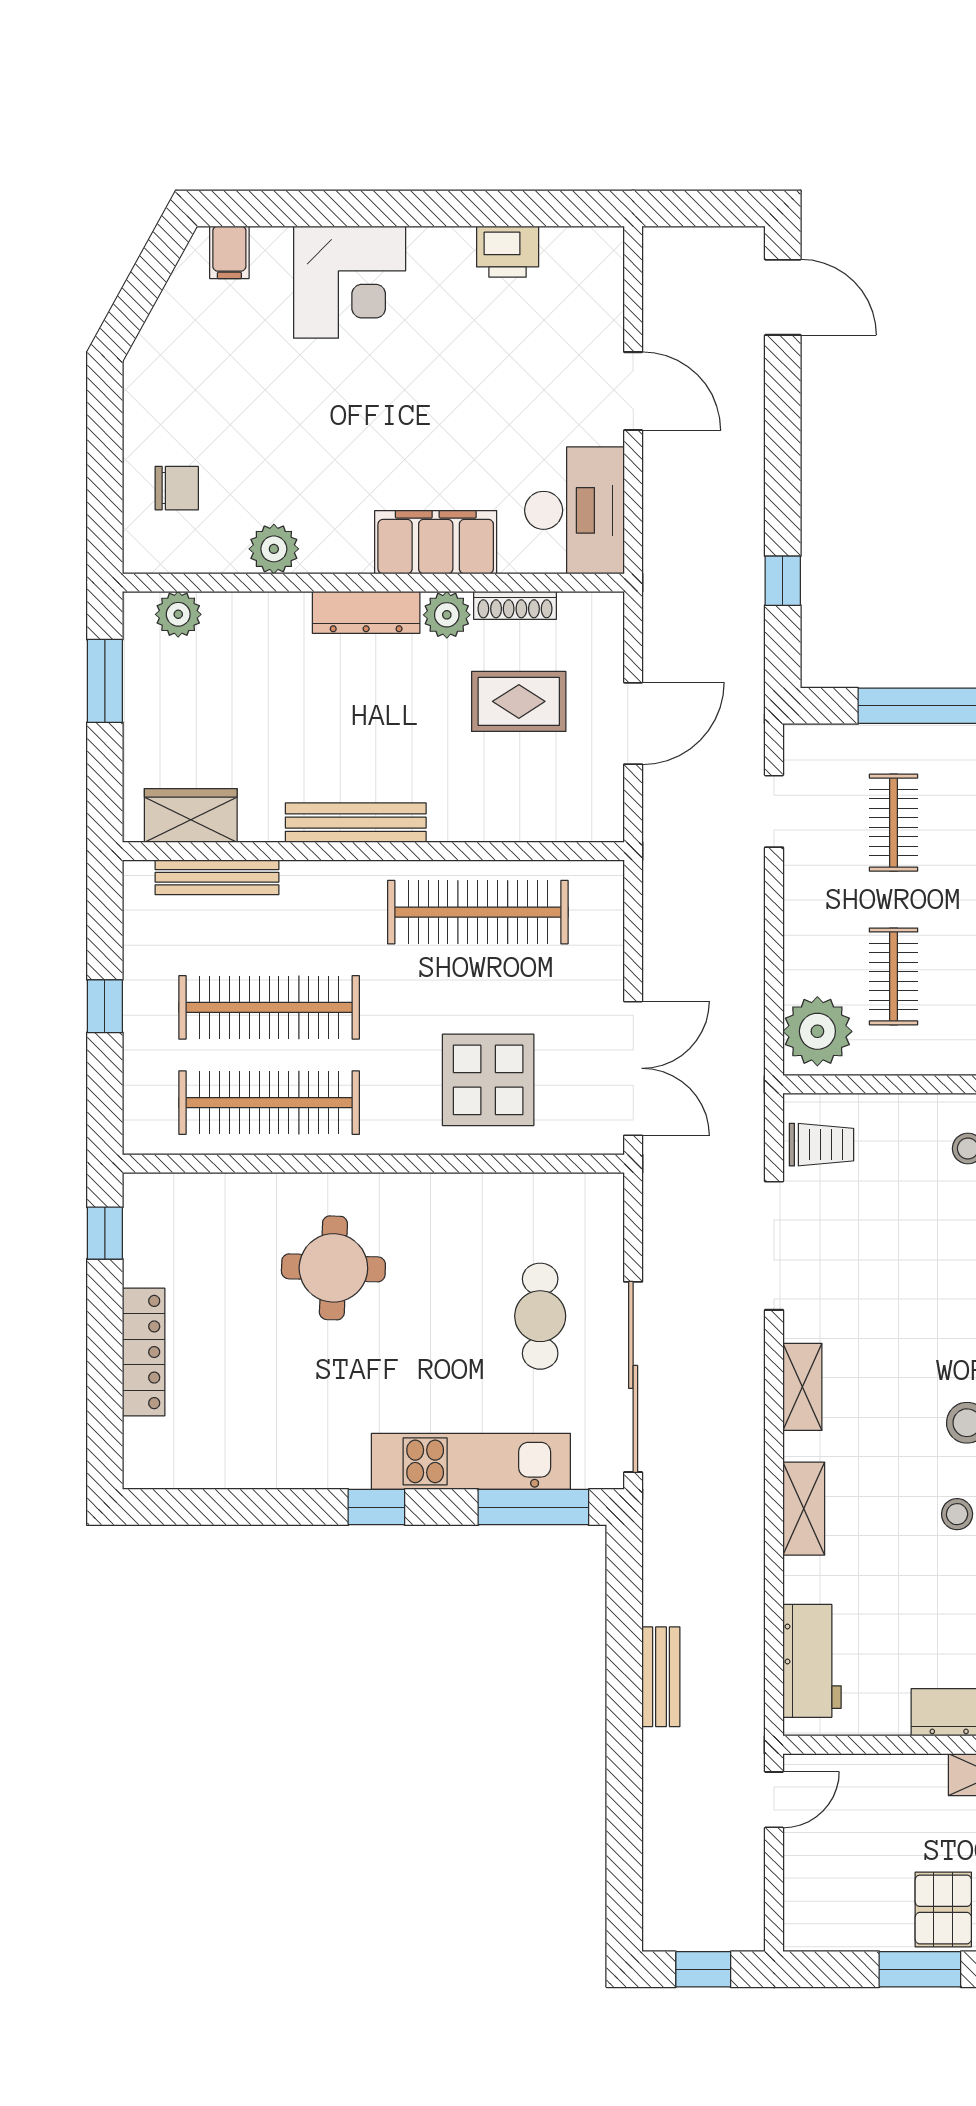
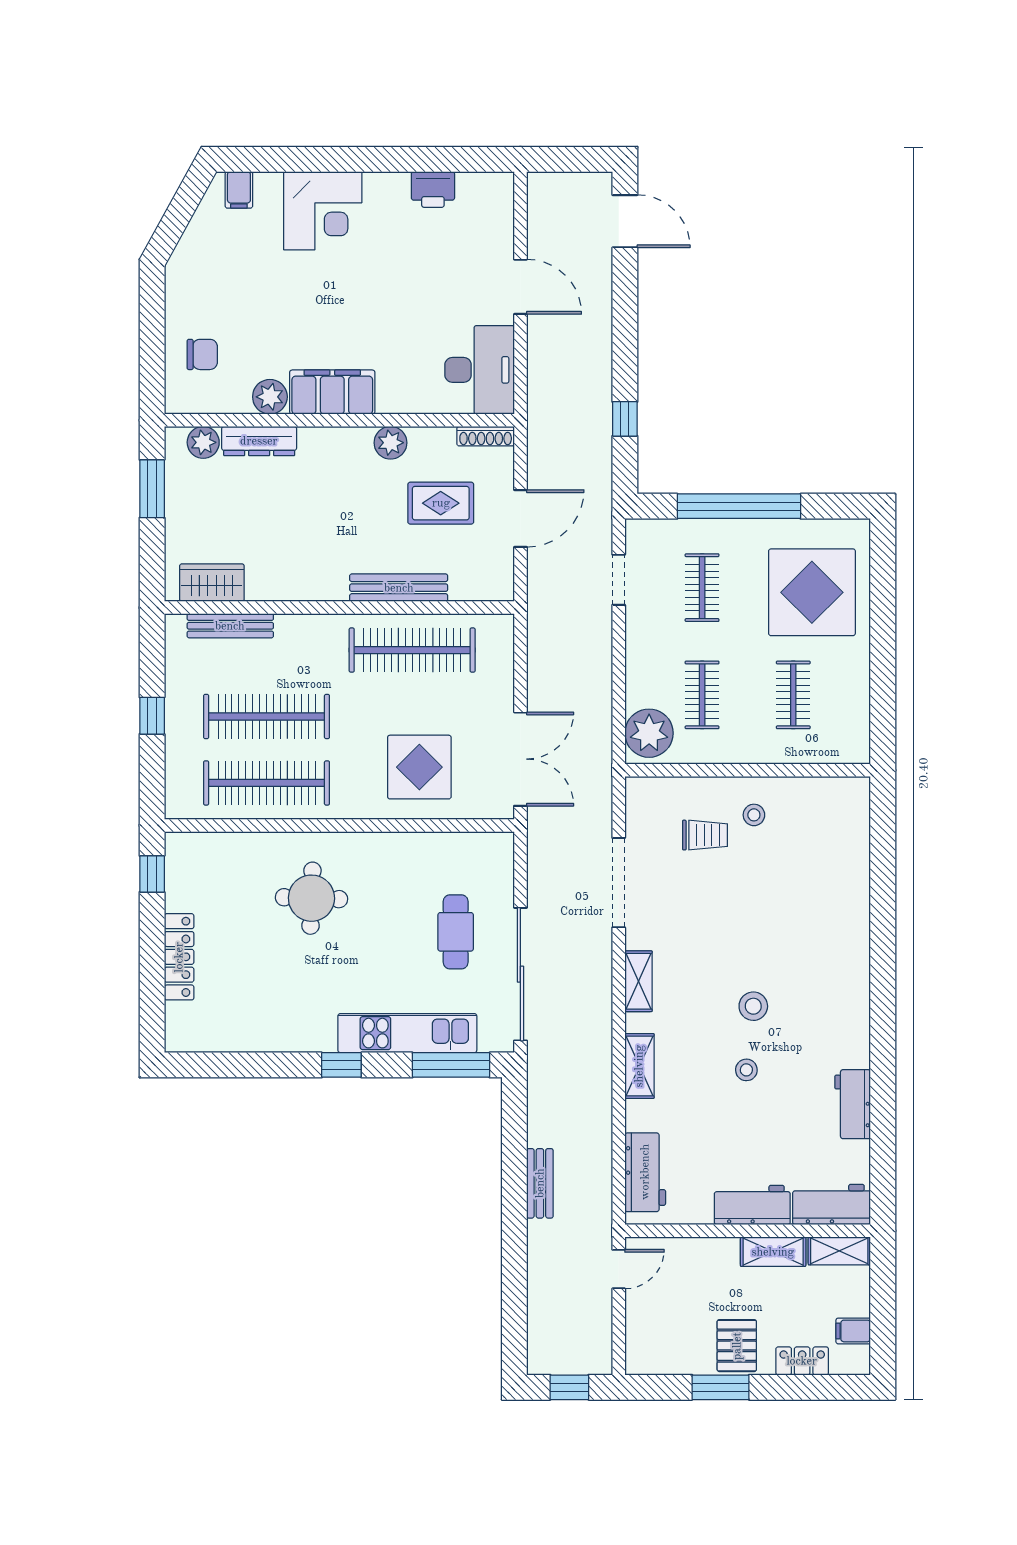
filing cabinet: (436, 542) -> (332, 392), moved
shoe rack: (515, 605) -> (486, 436), moved
dresser: (366, 612) -> (259, 441), moved
bench: (356, 823) -> (399, 588), moved
trolley: (822, 1145) -> (705, 835), moved

